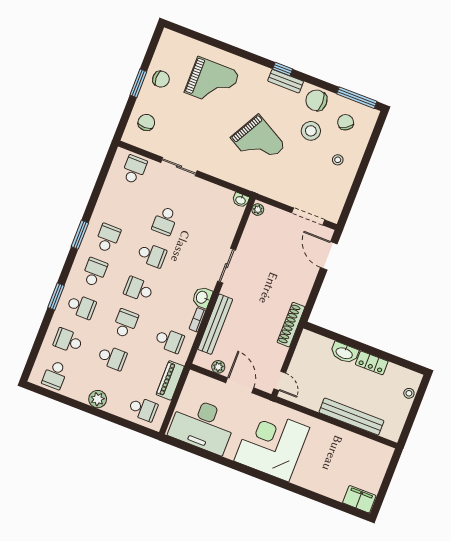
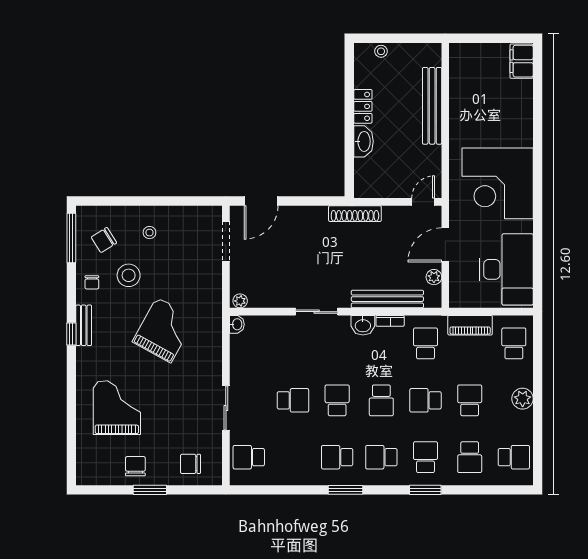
chair: (316, 100) -> (92, 282), width x0.54, depth x0.54

